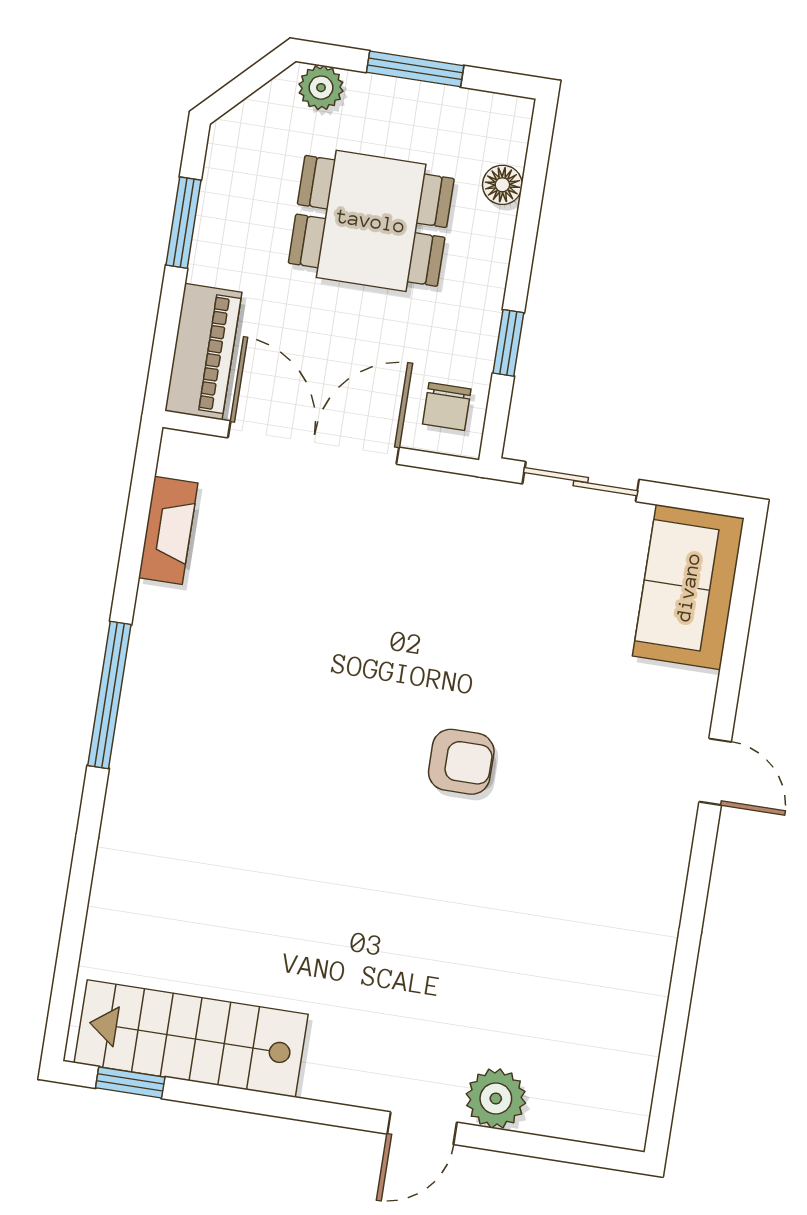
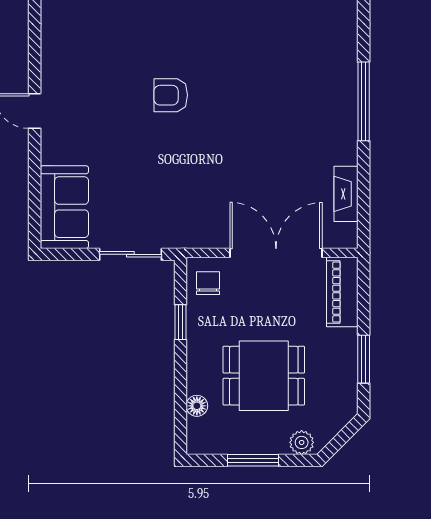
double door: (313, 442) -> (276, 253), swing flipped

